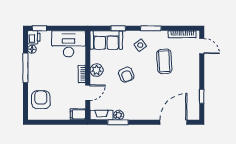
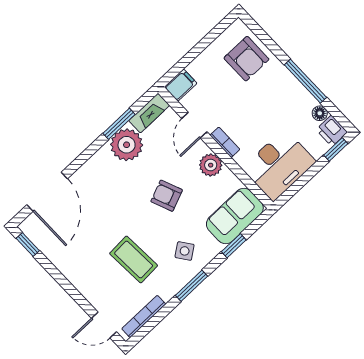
window: (202, 96) -> (28, 244), moved
plant: (119, 115) -> (127, 145), width x1.87, depth x1.87

